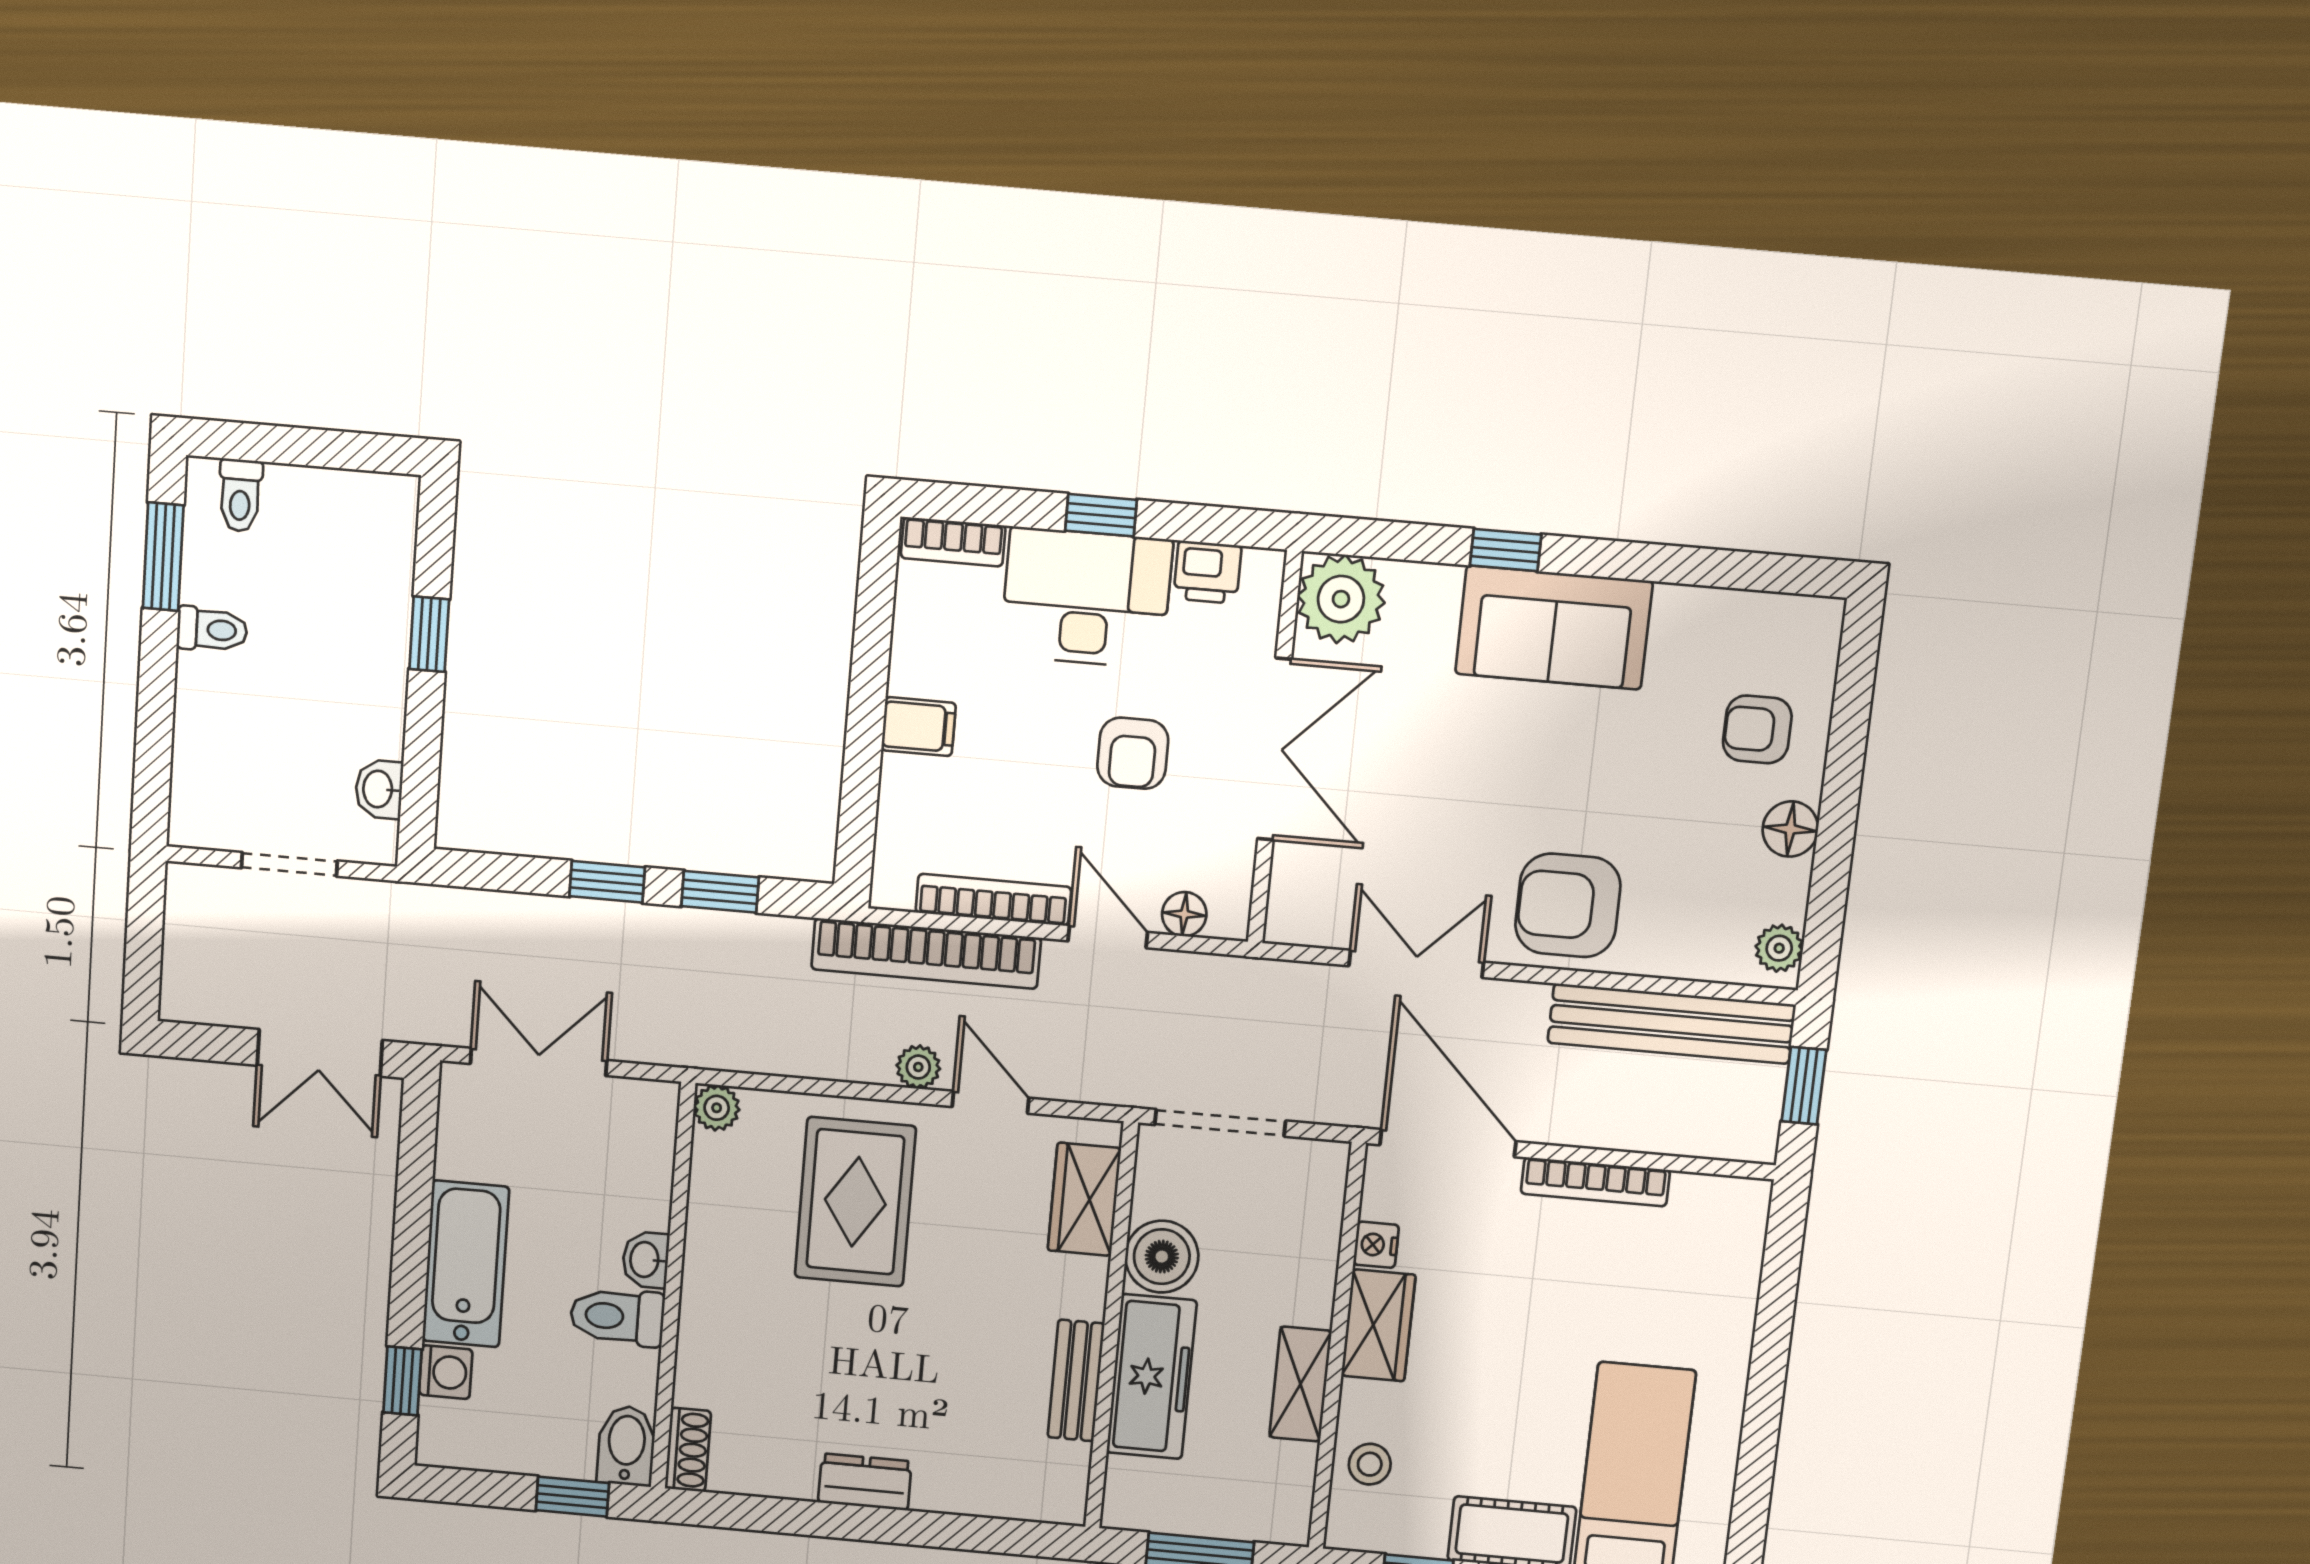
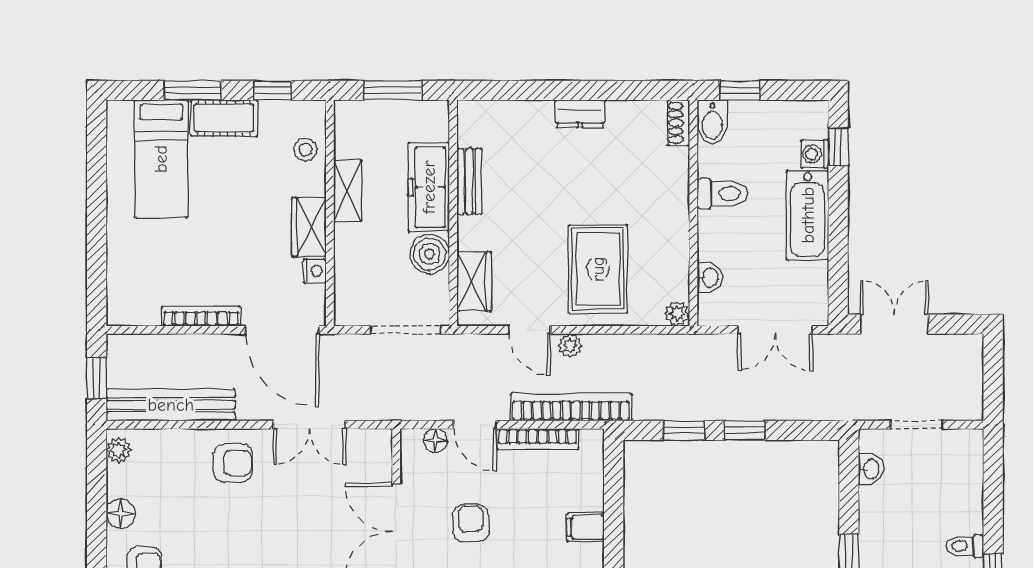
armchair: (1568, 905) -> (233, 463), width x0.72, depth x0.72
washbasin: (646, 1260) -> (709, 277), moved

